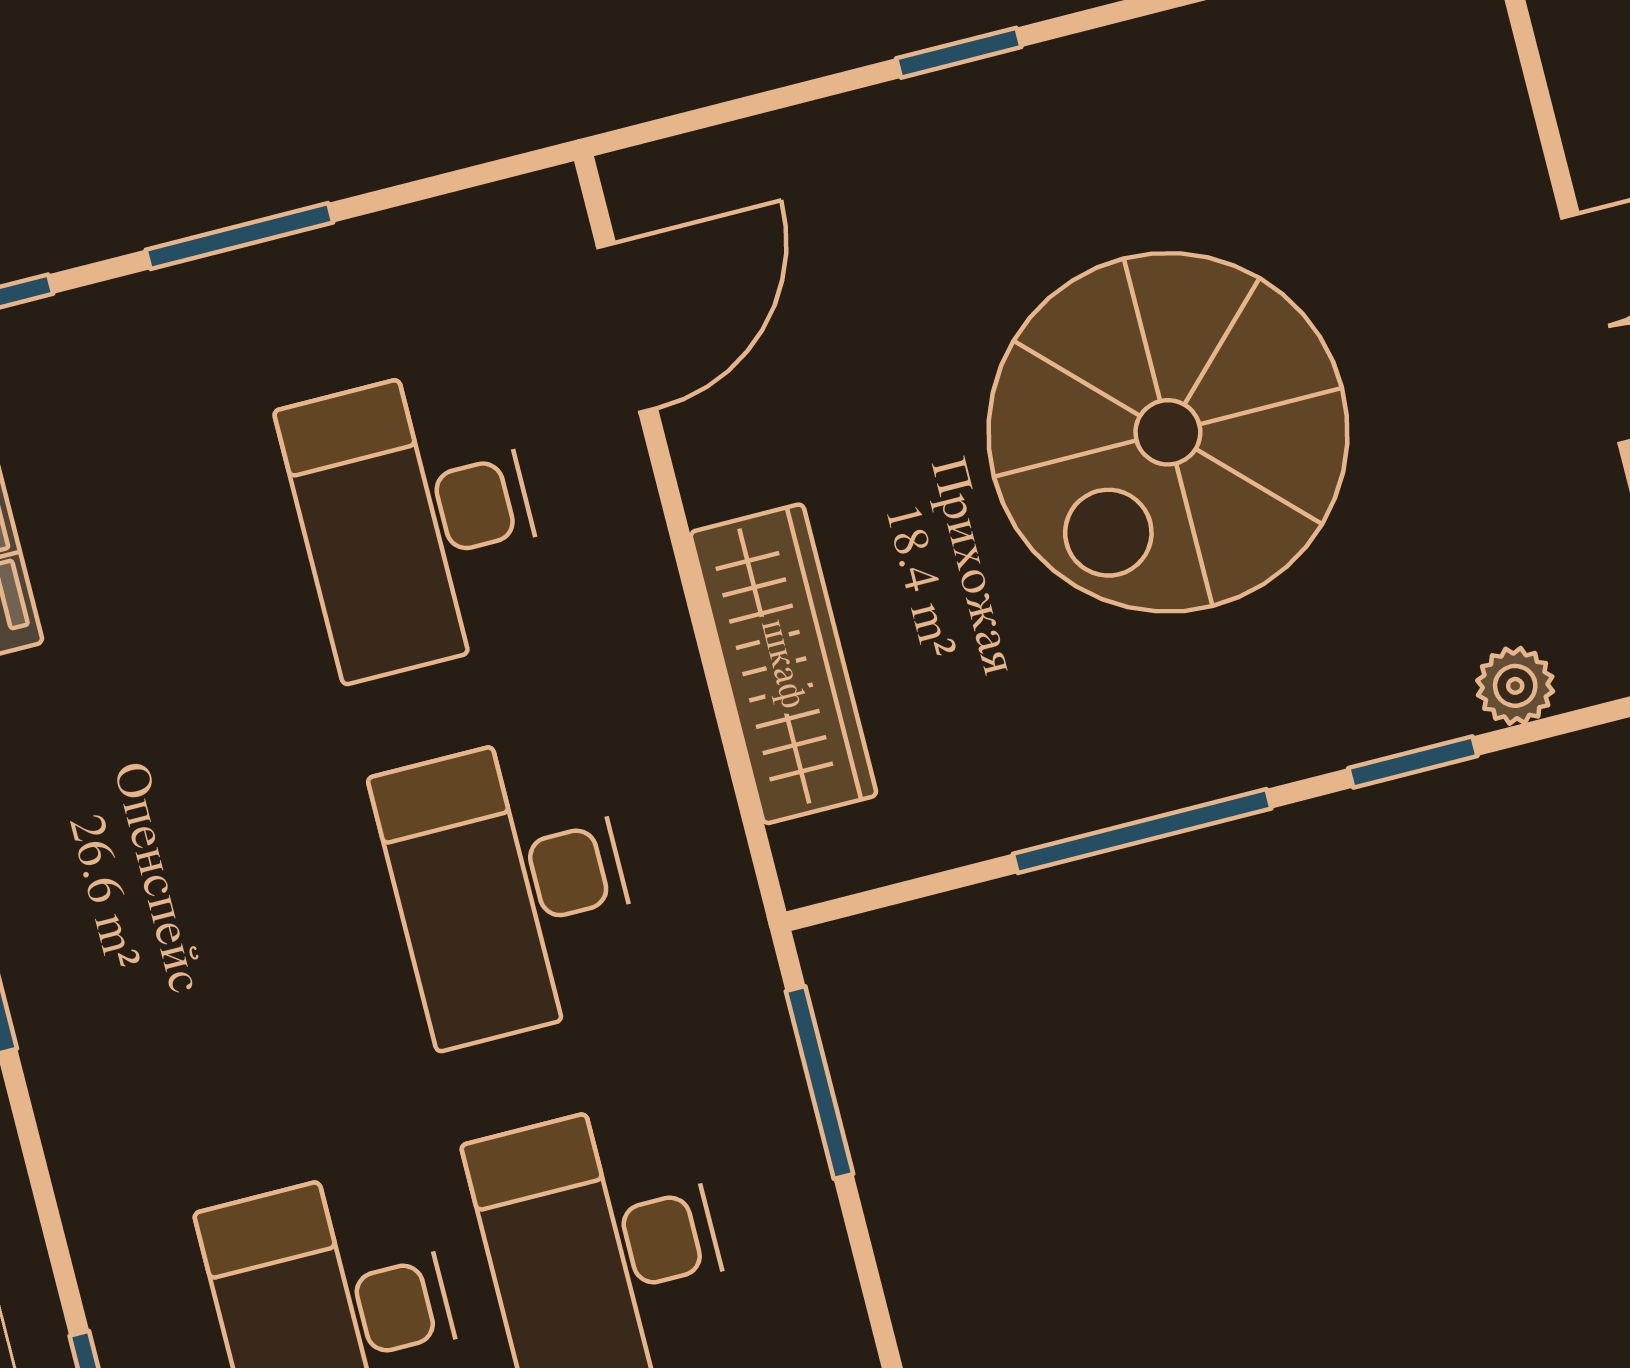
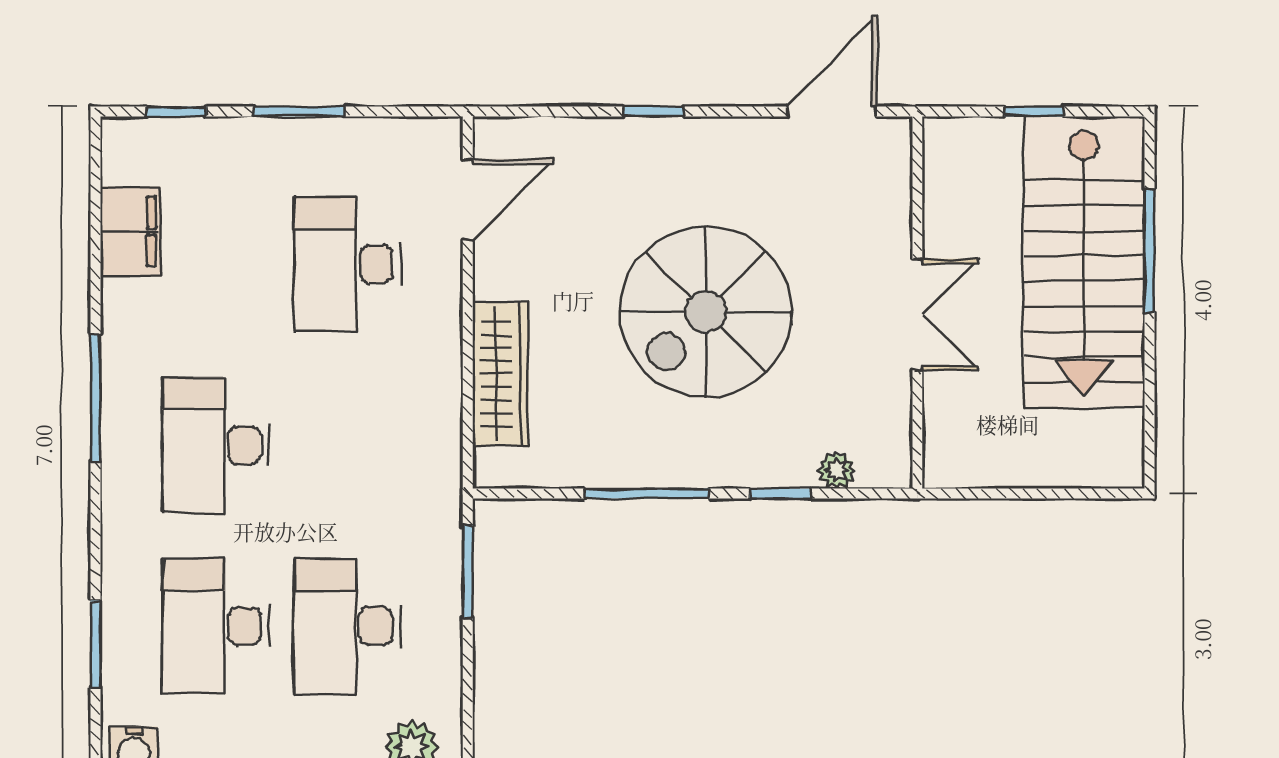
desk: (510, 888) -> (216, 445), moved

